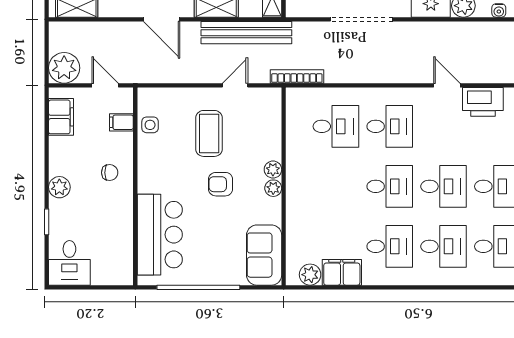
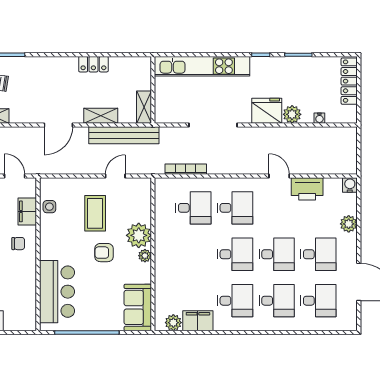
door: (162, 19) -> (58, 125), hinge flipped
bookcase: (297, 76) -> (186, 169), moved
filing cabinet: (121, 122) -> (27, 211), width x2.00
plant: (273, 170) -> (139, 235), width x1.88, depth x1.88

